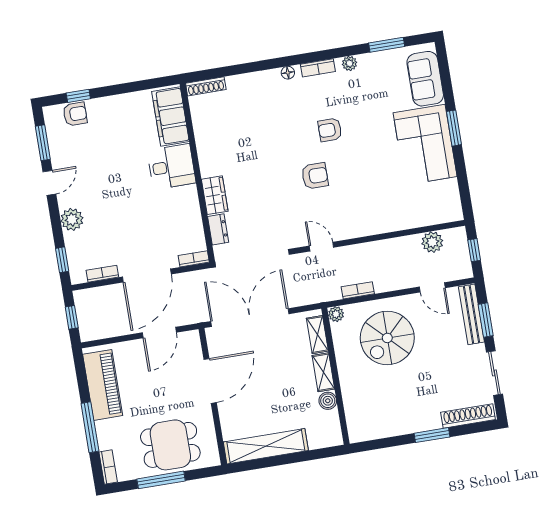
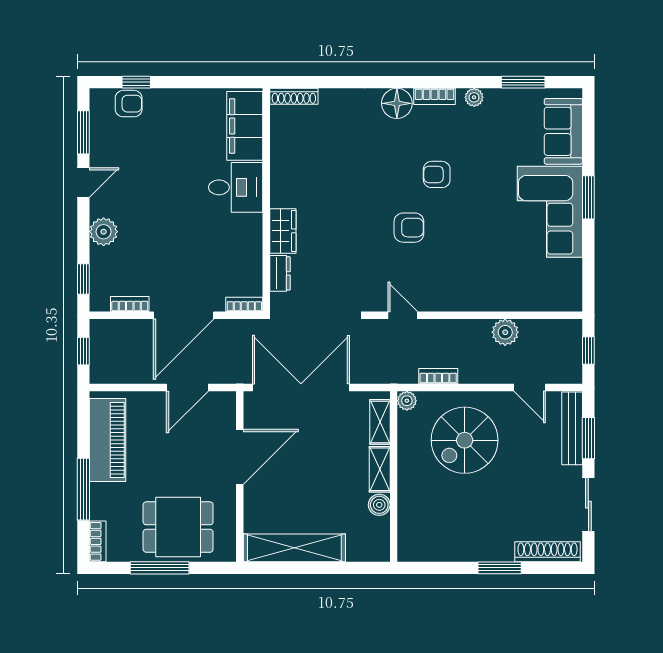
floor lamp: (288, 73) -> (397, 103), width x1.89, depth x1.89
plant: (432, 242) -> (505, 332), moved

